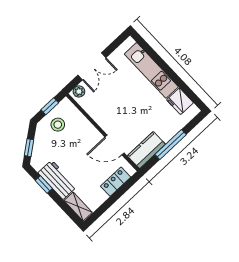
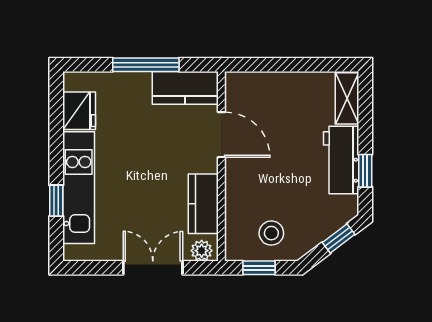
window: (155, 57) -> (56, 201), added
kitchen counter: (96, 111) -> (203, 204), added
locker: (116, 182) -> (266, 85), removed

